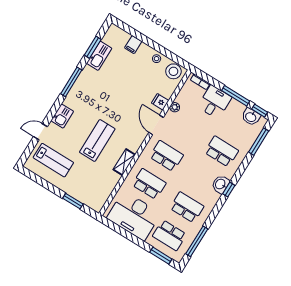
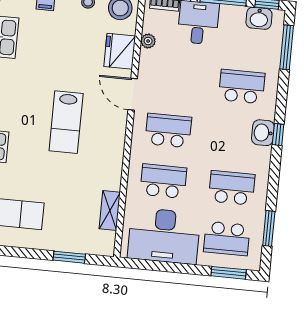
fridge: (160, 102) -> (120, 51), width x1.88, depth x1.34
plant: (175, 107) -> (148, 41), moved
lab bench: (97, 141) -> (66, 122), moved, turned 180
shelving: (124, 162) -> (110, 211), moved
window: (197, 241) -> (269, 228), width x0.69

